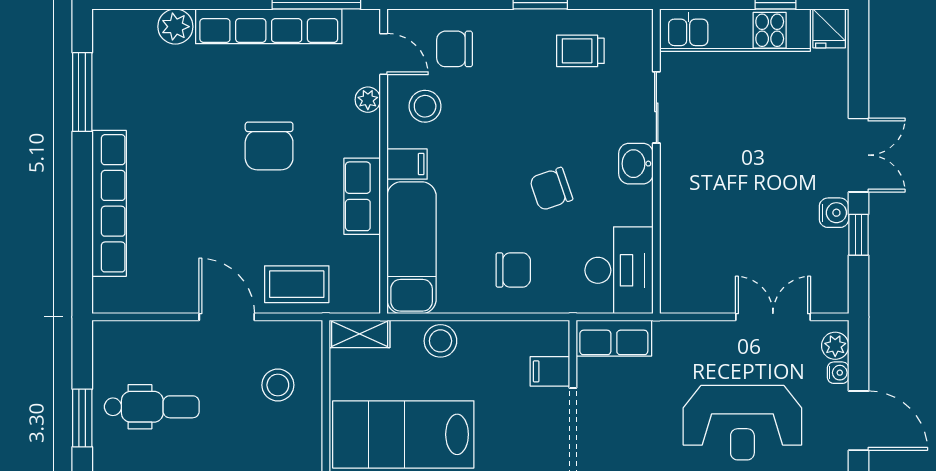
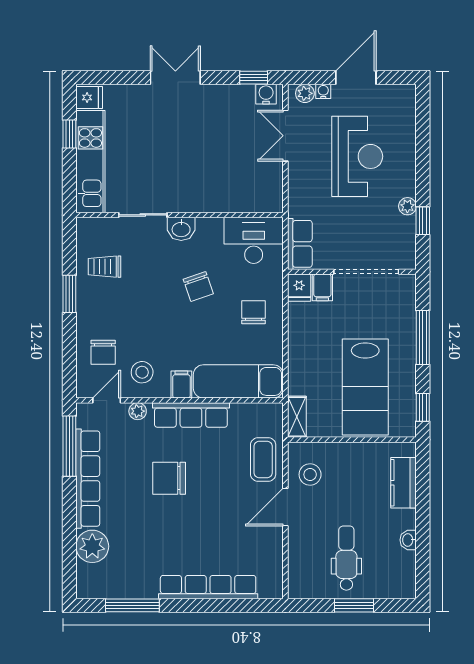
plant: (175, 27) -> (92, 546), width x1.36, depth x1.36
trolley: (580, 51) -> (104, 267), turned 90
chair: (269, 146) -> (169, 478), turned 180
row of seats: (362, 196) -> (191, 415), width x1.48
water cooler: (834, 213) -> (266, 94), moved
window: (858, 235) -> (254, 78), moved
fridge: (550, 337) -> (299, 288), added
stool: (440, 341) -> (302, 362), removed
stool: (278, 385) -> (310, 475), moved

